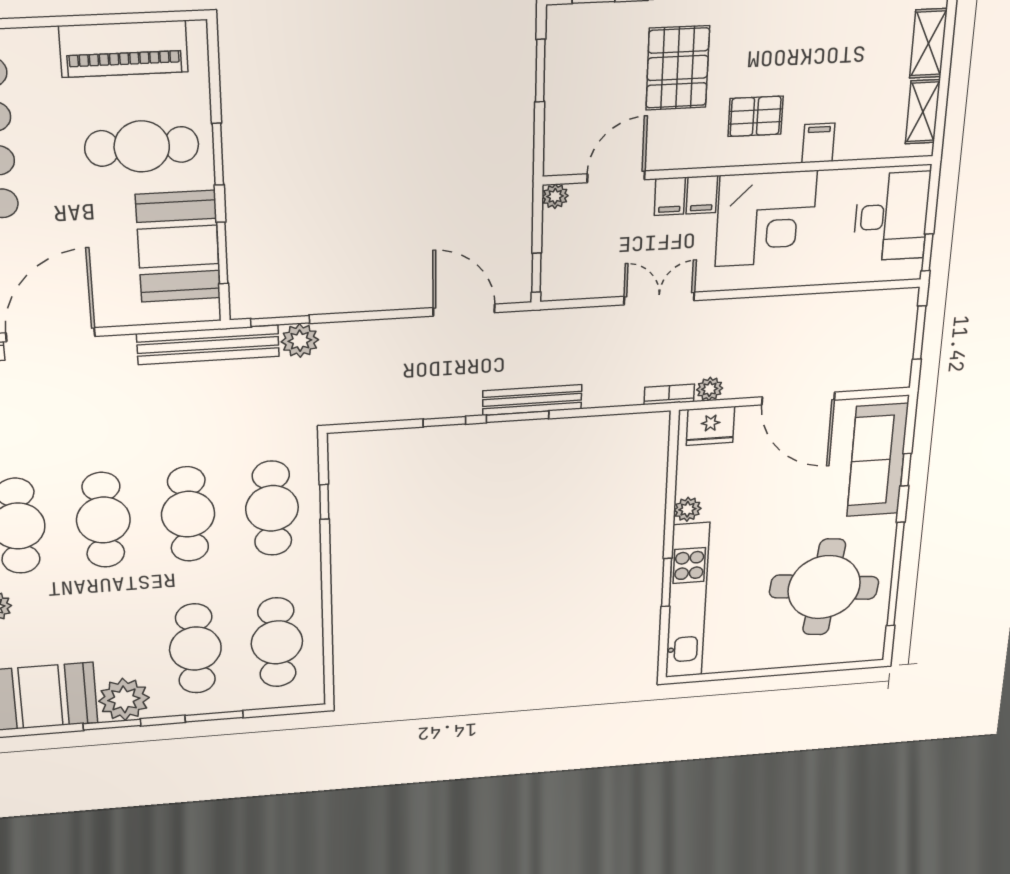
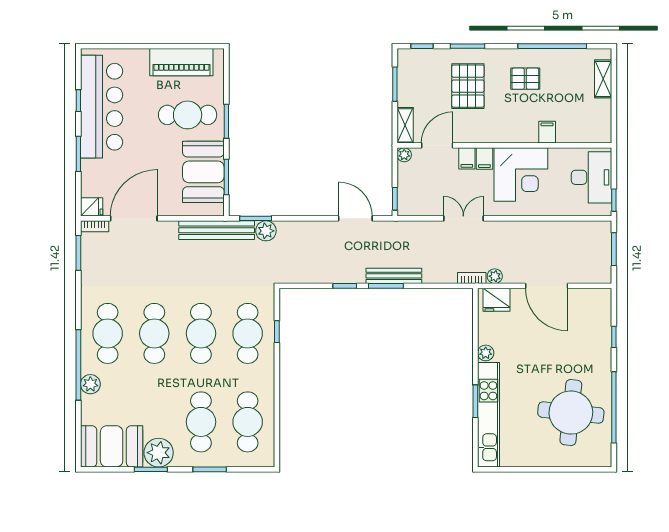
shelving: (923, 112) -> (405, 125), moved
pallet: (755, 116) -> (525, 79), moved
sofa: (878, 460) -> (596, 329), removed

